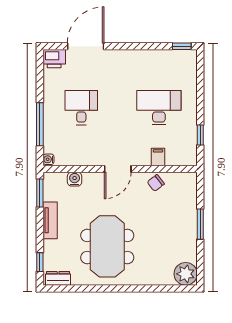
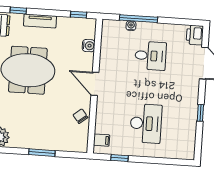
window: (182, 46) -> (200, 113), moved
filing cabinet: (158, 157) -> (102, 140), moved
water cooler: (48, 159) -> (131, 26), moved
window: (40, 193) -> (79, 15), width x0.67
tv unit: (50, 220) -> (40, 21), moved

